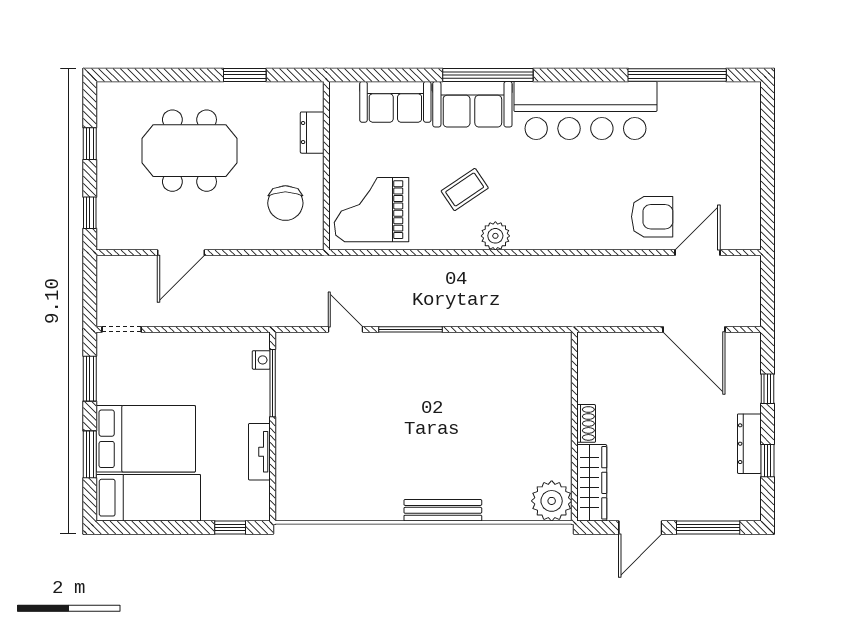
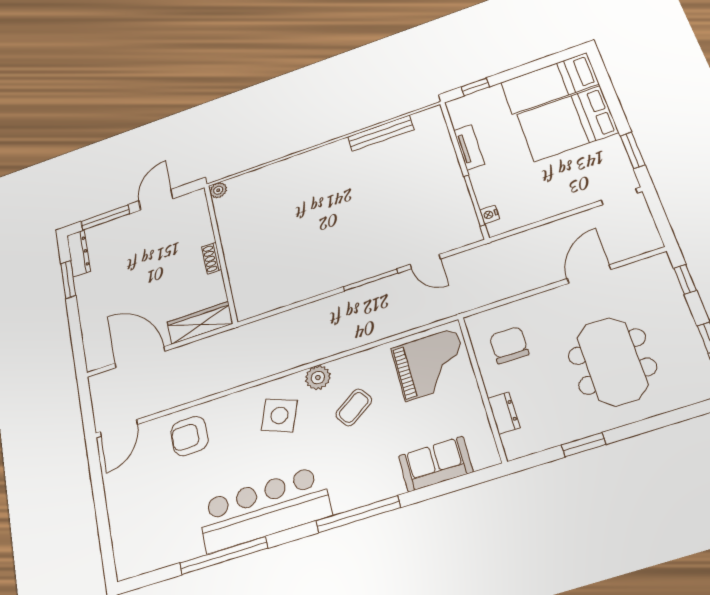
window: (677, 75) -> (224, 556), moved
sofa: (472, 104) -> (365, 483), removed
meeting table: (189, 151) -> (612, 361), turned 90
side table: (547, 207) -> (279, 415), added
door: (697, 253) -> (119, 428), moved
window: (767, 389) -> (76, 332), removed
dresser: (749, 444) -> (79, 253), moved
window: (90, 454) -> (610, 96), removed
window: (767, 461) -> (68, 280), width x1.50
wardrobe: (592, 483) -> (200, 323), moved, turned 90
plant: (552, 501) -> (218, 190), width x0.53, depth x0.53
bench: (443, 510) -> (381, 133), moved

